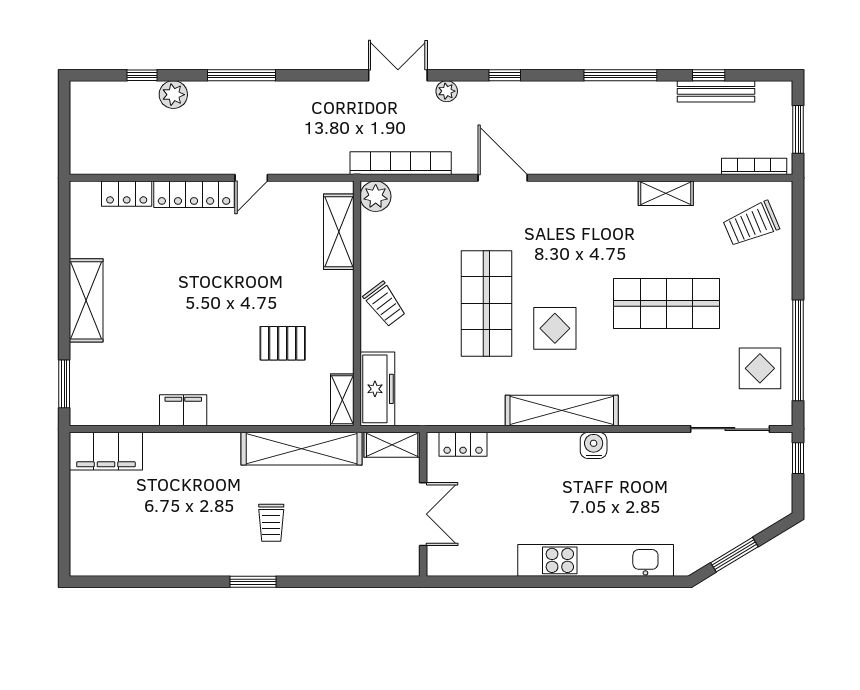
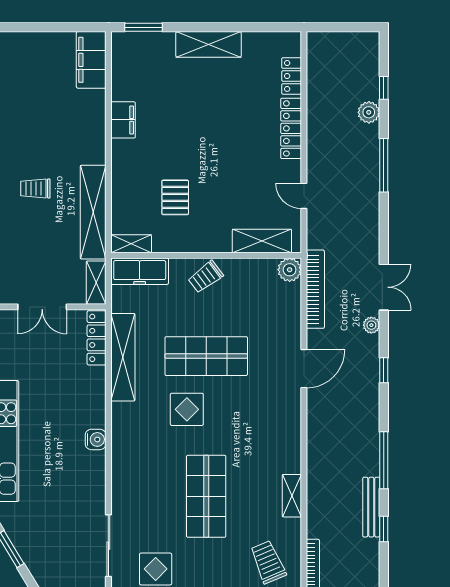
bench: (716, 91) -> (371, 507), moved
door: (251, 178) -> (304, 196), moved
shelving: (562, 410) -> (123, 357), moved
locker: (463, 444) -> (97, 338), width x1.53

